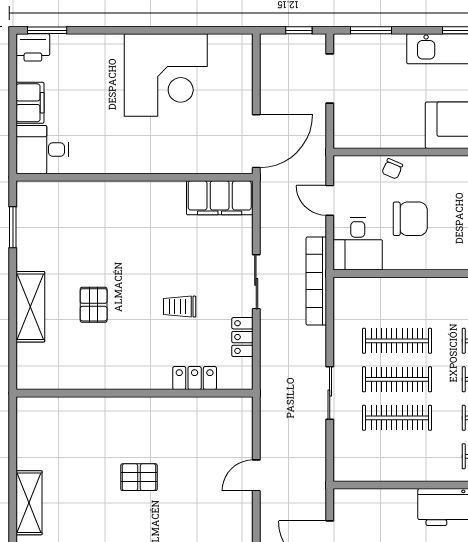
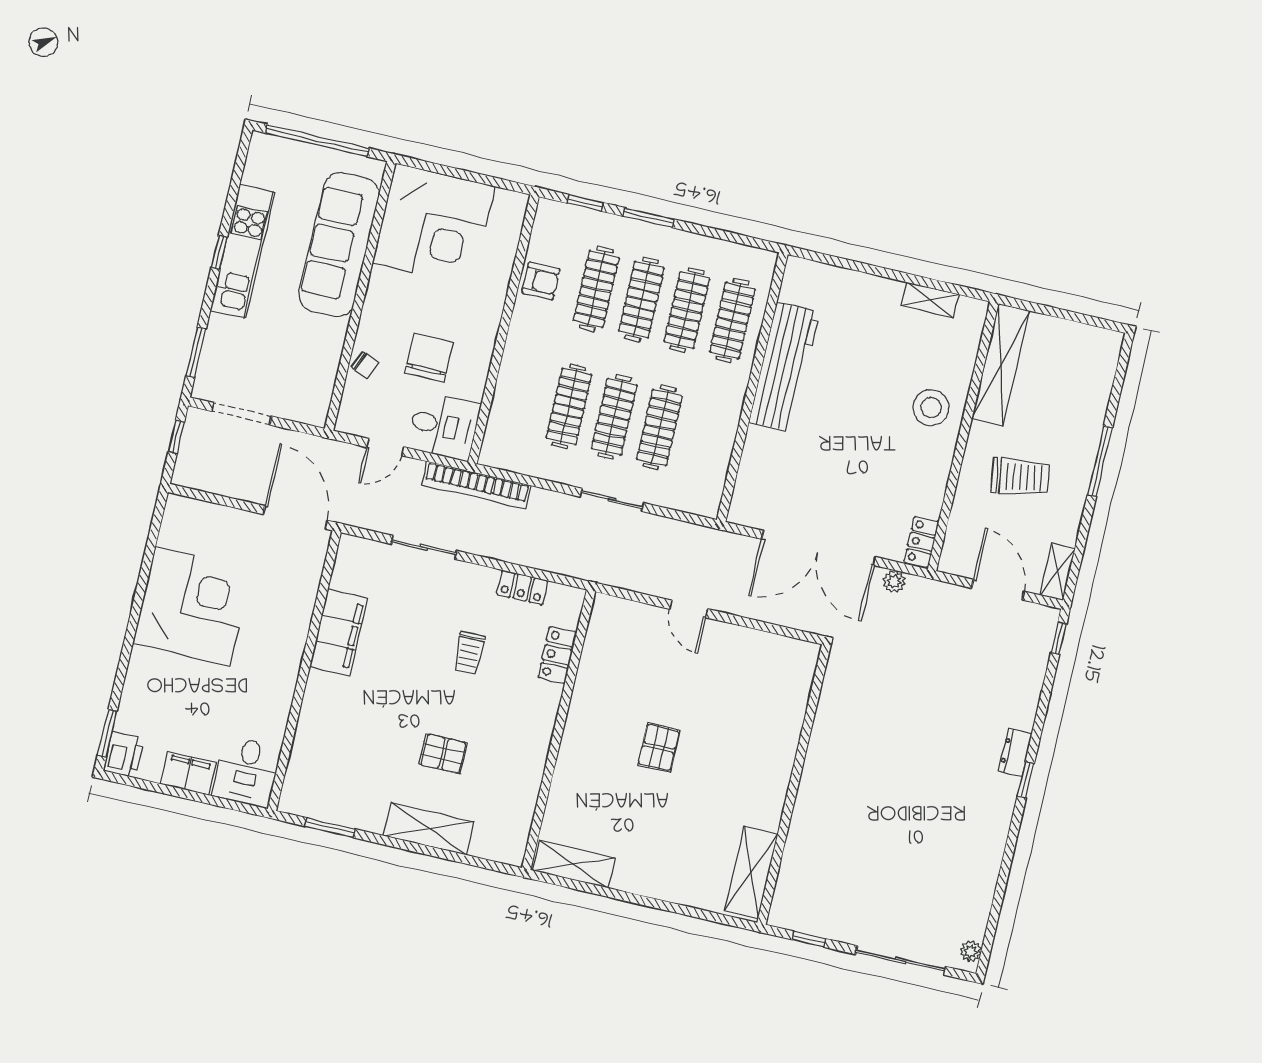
filing cabinet: (220, 198) -> (339, 633), moved
sliding door: (256, 282) -> (424, 547), moved
shelving: (29, 503) -> (574, 864), moved

